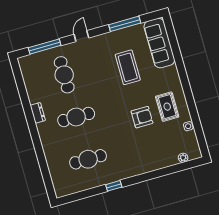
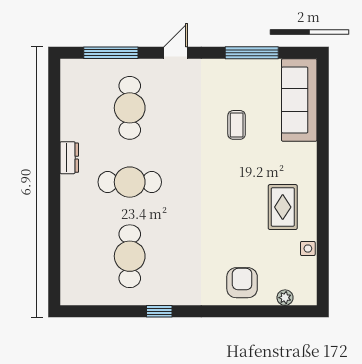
coffee table: (128, 67) -> (237, 125), width x0.54, depth x0.58
armchair: (142, 117) -> (242, 283), moved, turned -90
cafe table: (88, 159) -> (130, 256), turned 90

